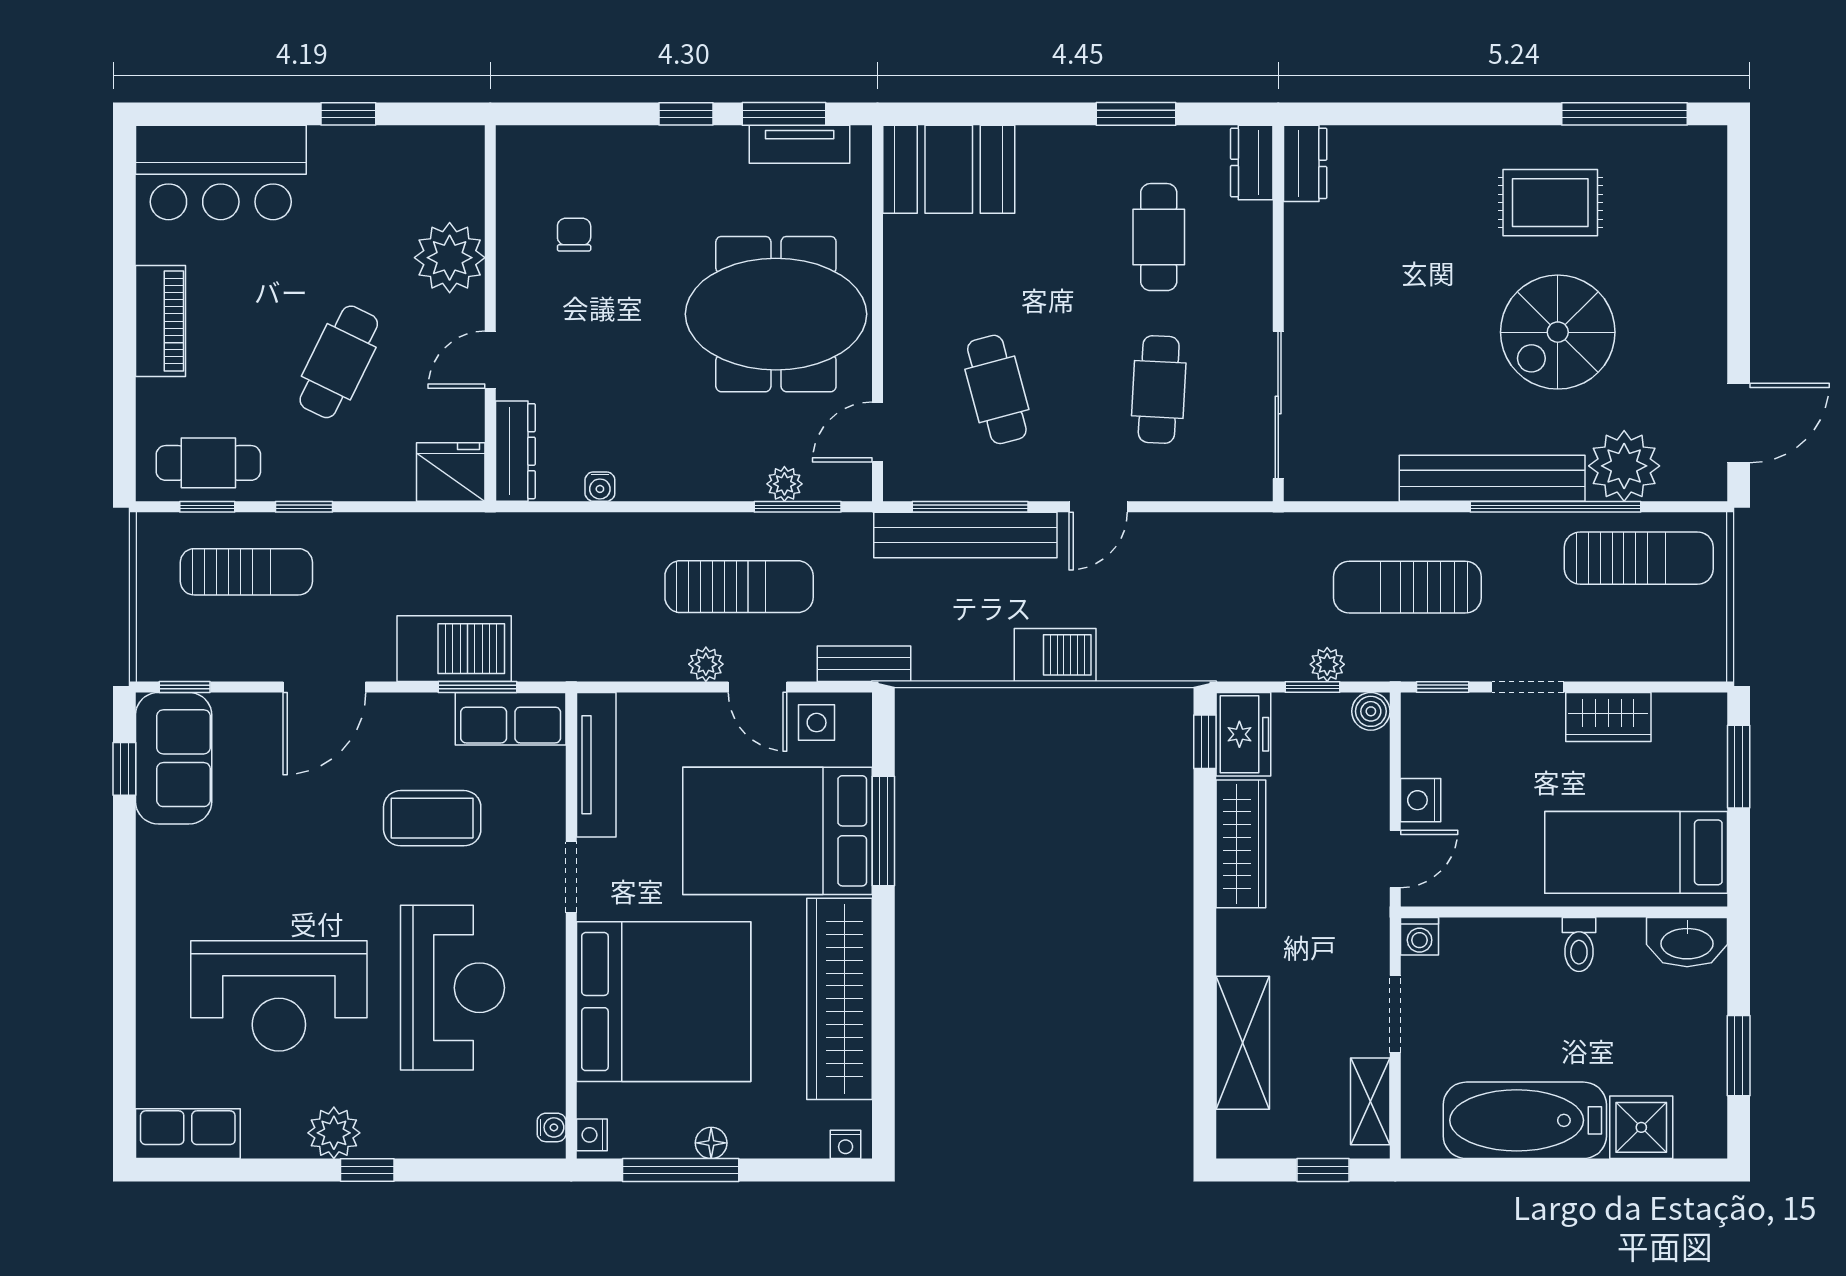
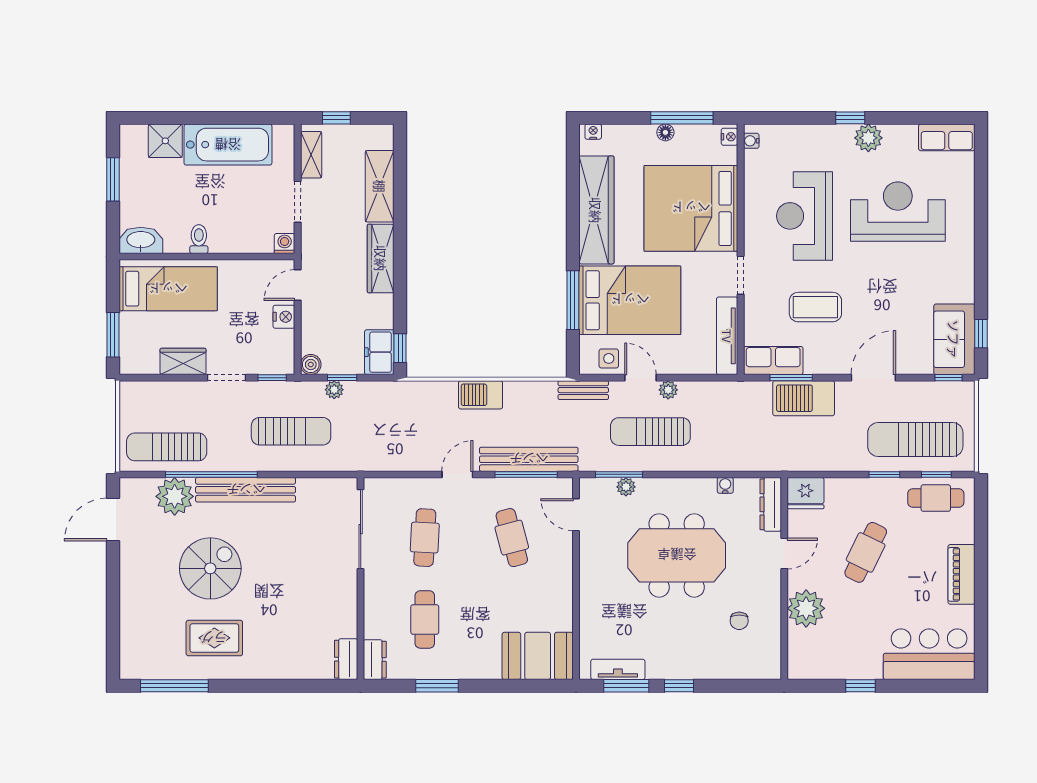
meeting table: (776, 314) -> (677, 555), moved
door: (877, 432) -> (576, 515), swing flipped
sun lounger: (246, 572) -> (915, 440), width x1.36, depth x1.34
wardrobe: (1241, 844) -> (381, 258), moved

